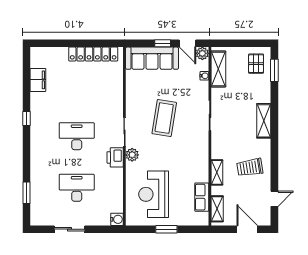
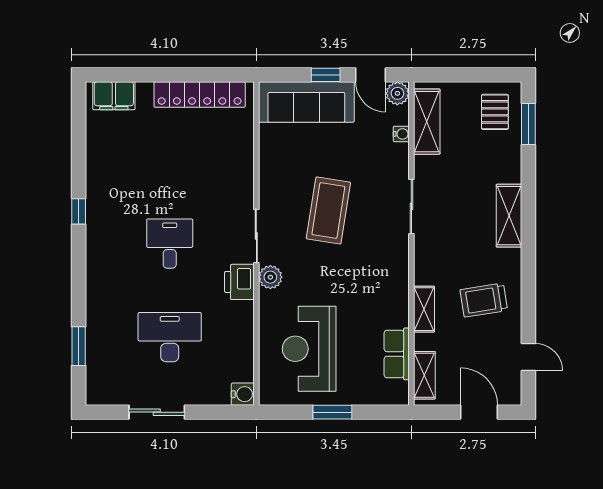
filing cabinet: (38, 80) -> (114, 96), moved, turned 90
desk: (77, 136) -> (170, 244), width x0.73
door: (274, 199) -> (528, 357), hinge flipped

